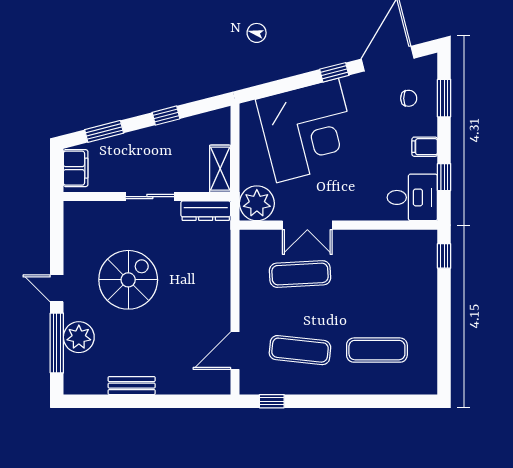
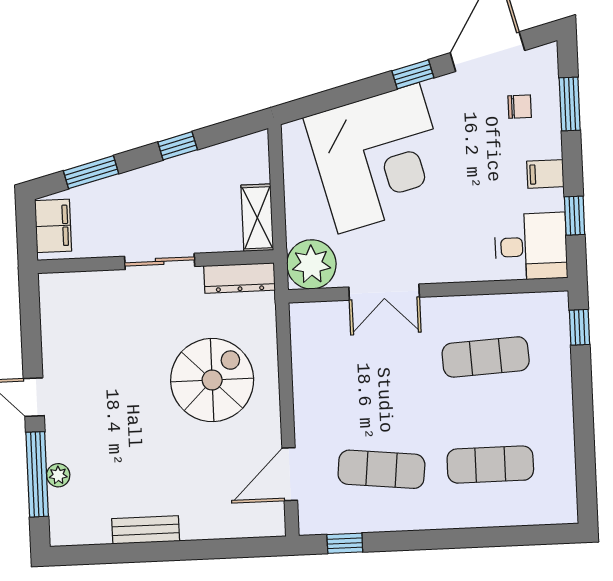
exercise mat: (300, 274) -> (486, 357), moved
spiral stairs: (128, 280) -> (212, 380), moved
plant: (79, 337) -> (58, 475), width x0.53, depth x0.53

